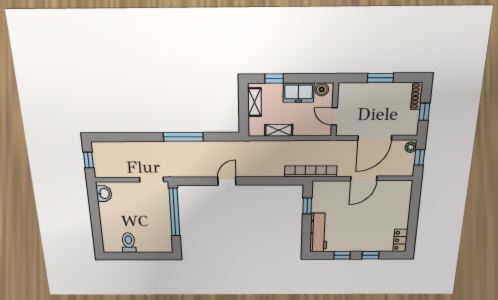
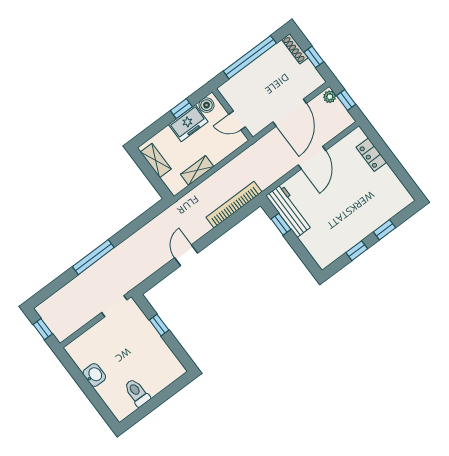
window: (381, 78) -> (250, 57), width x2.11
window: (274, 79) -> (181, 109), moved
window: (183, 137) -> (93, 257), moved
bookcase: (311, 171) -> (234, 205), moved
washbasin: (104, 194) -> (94, 375), moved
window: (174, 212) -> (159, 325), width x0.32
workbench: (319, 233) -> (289, 211), moved
locker: (400, 240) -> (371, 155), moved

